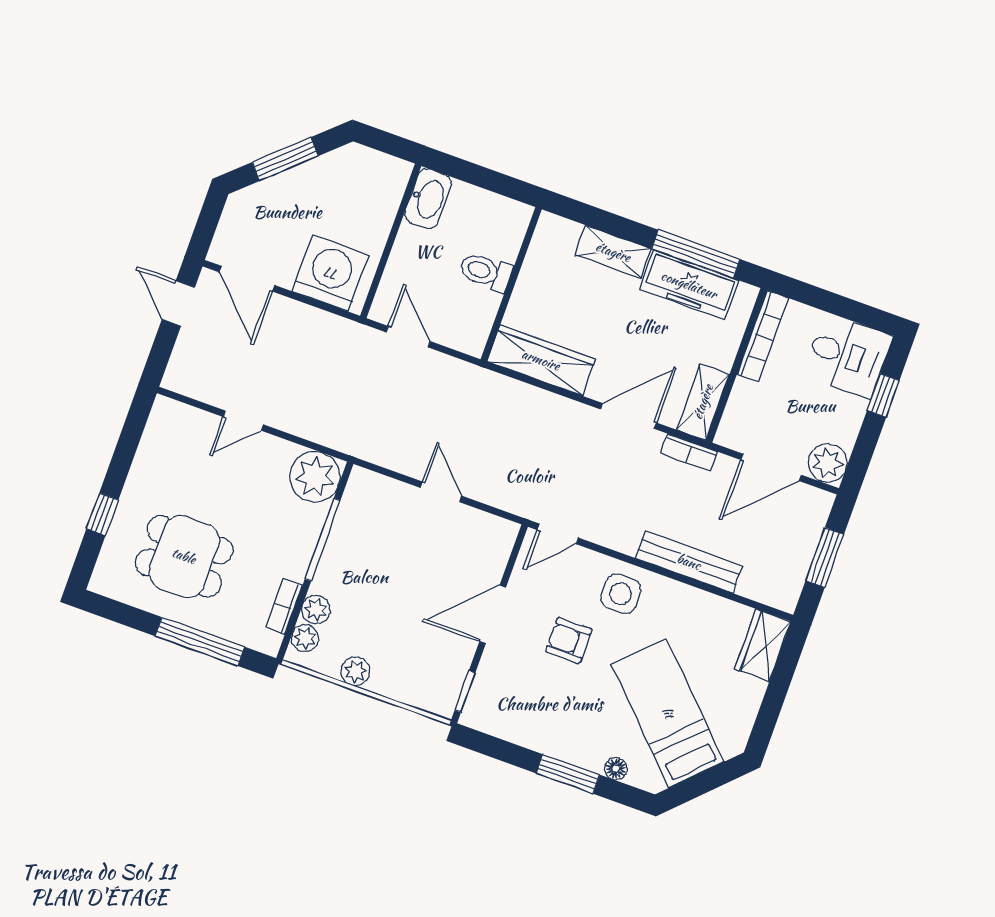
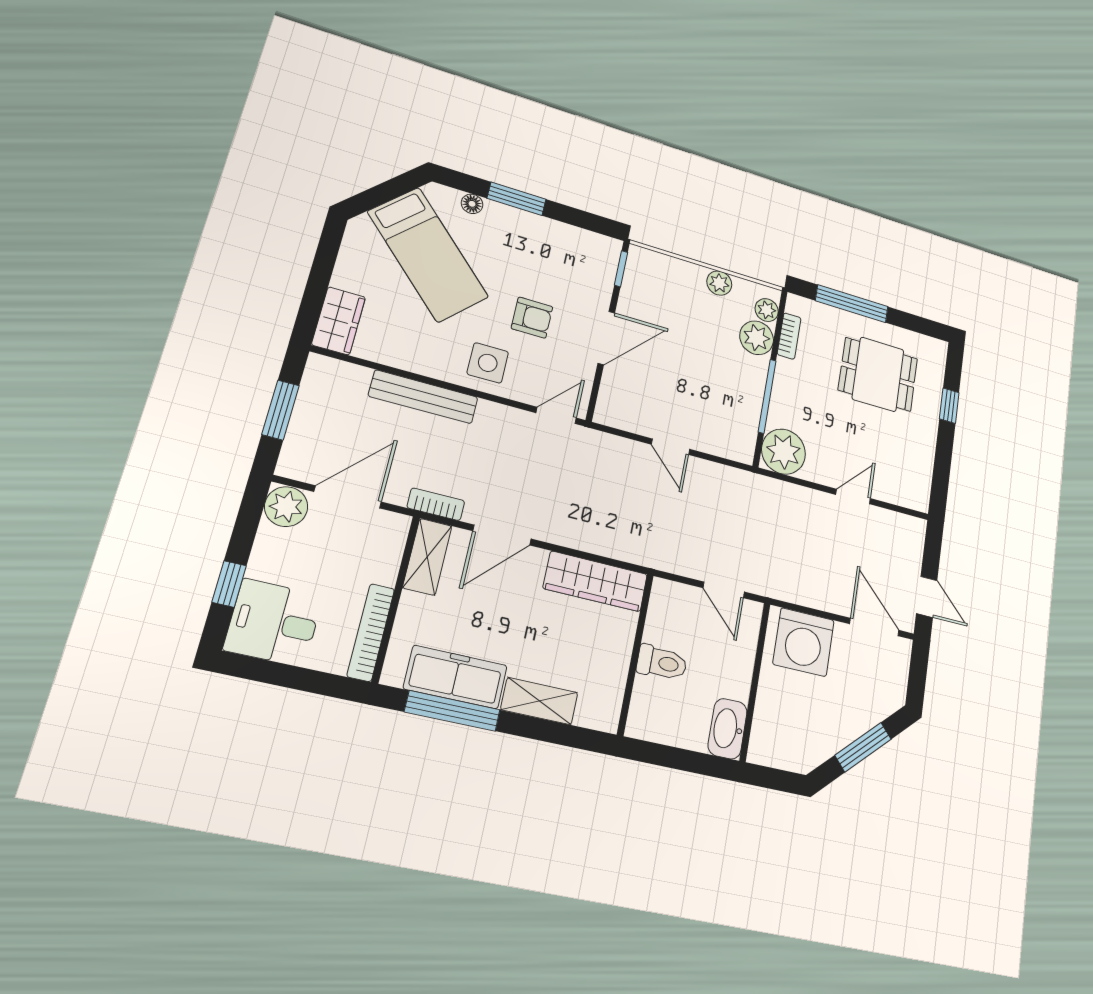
plant: (316, 610) -> (757, 338), width x1.38, depth x1.38

